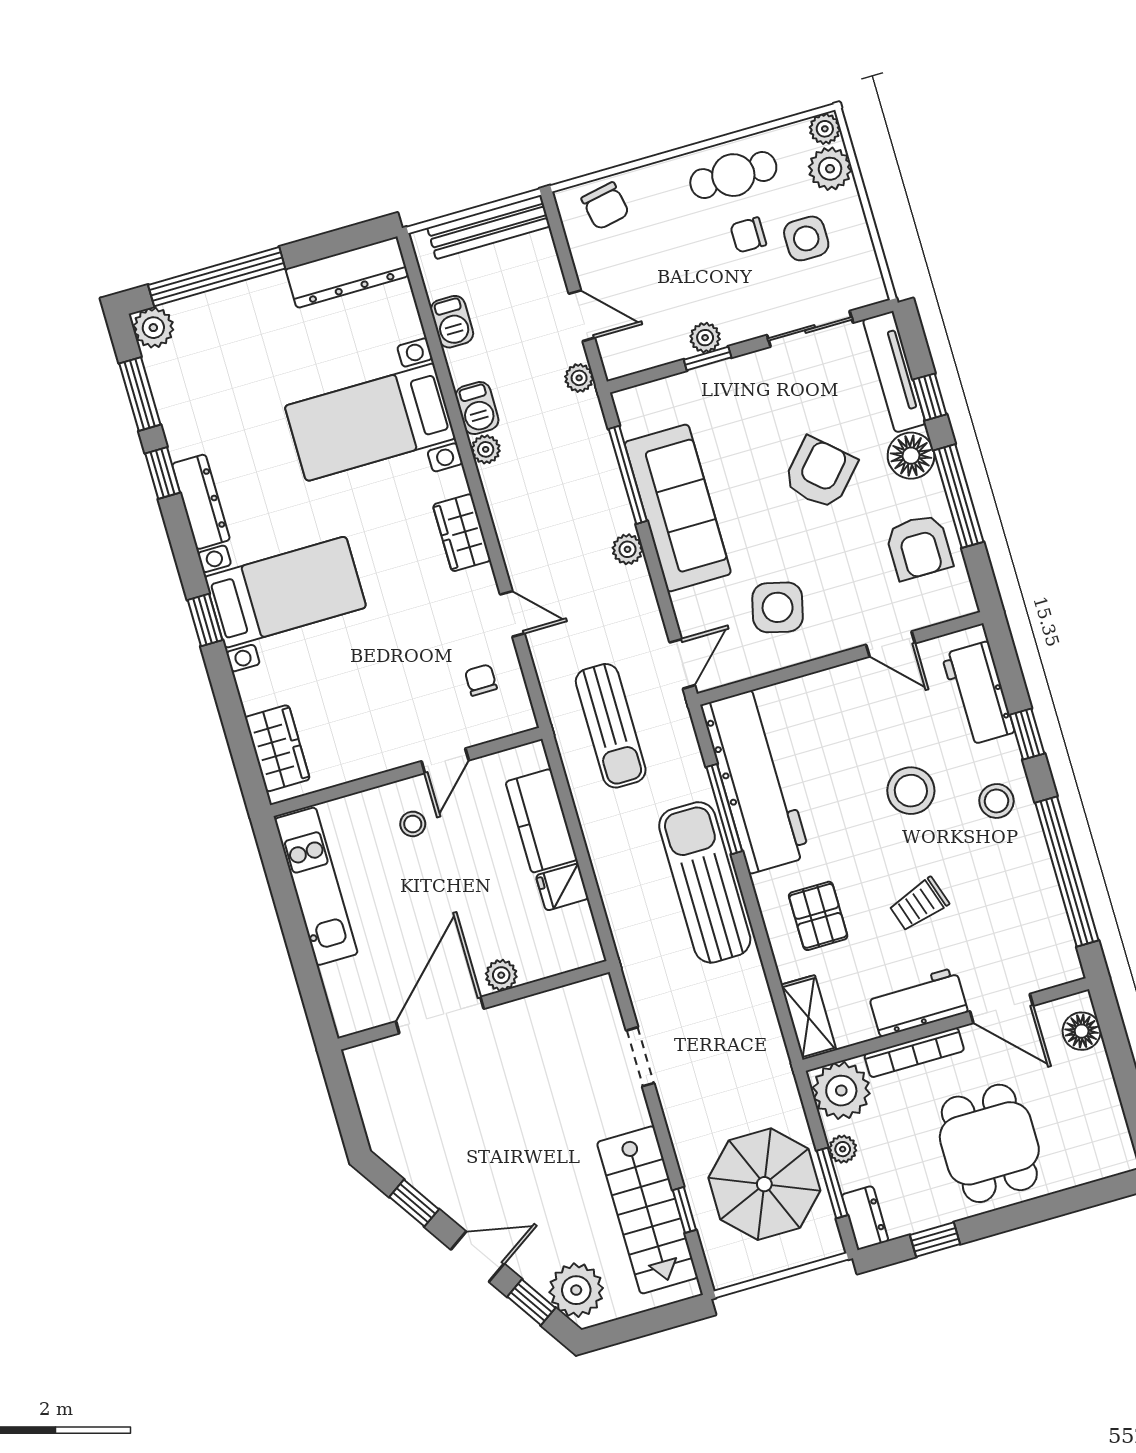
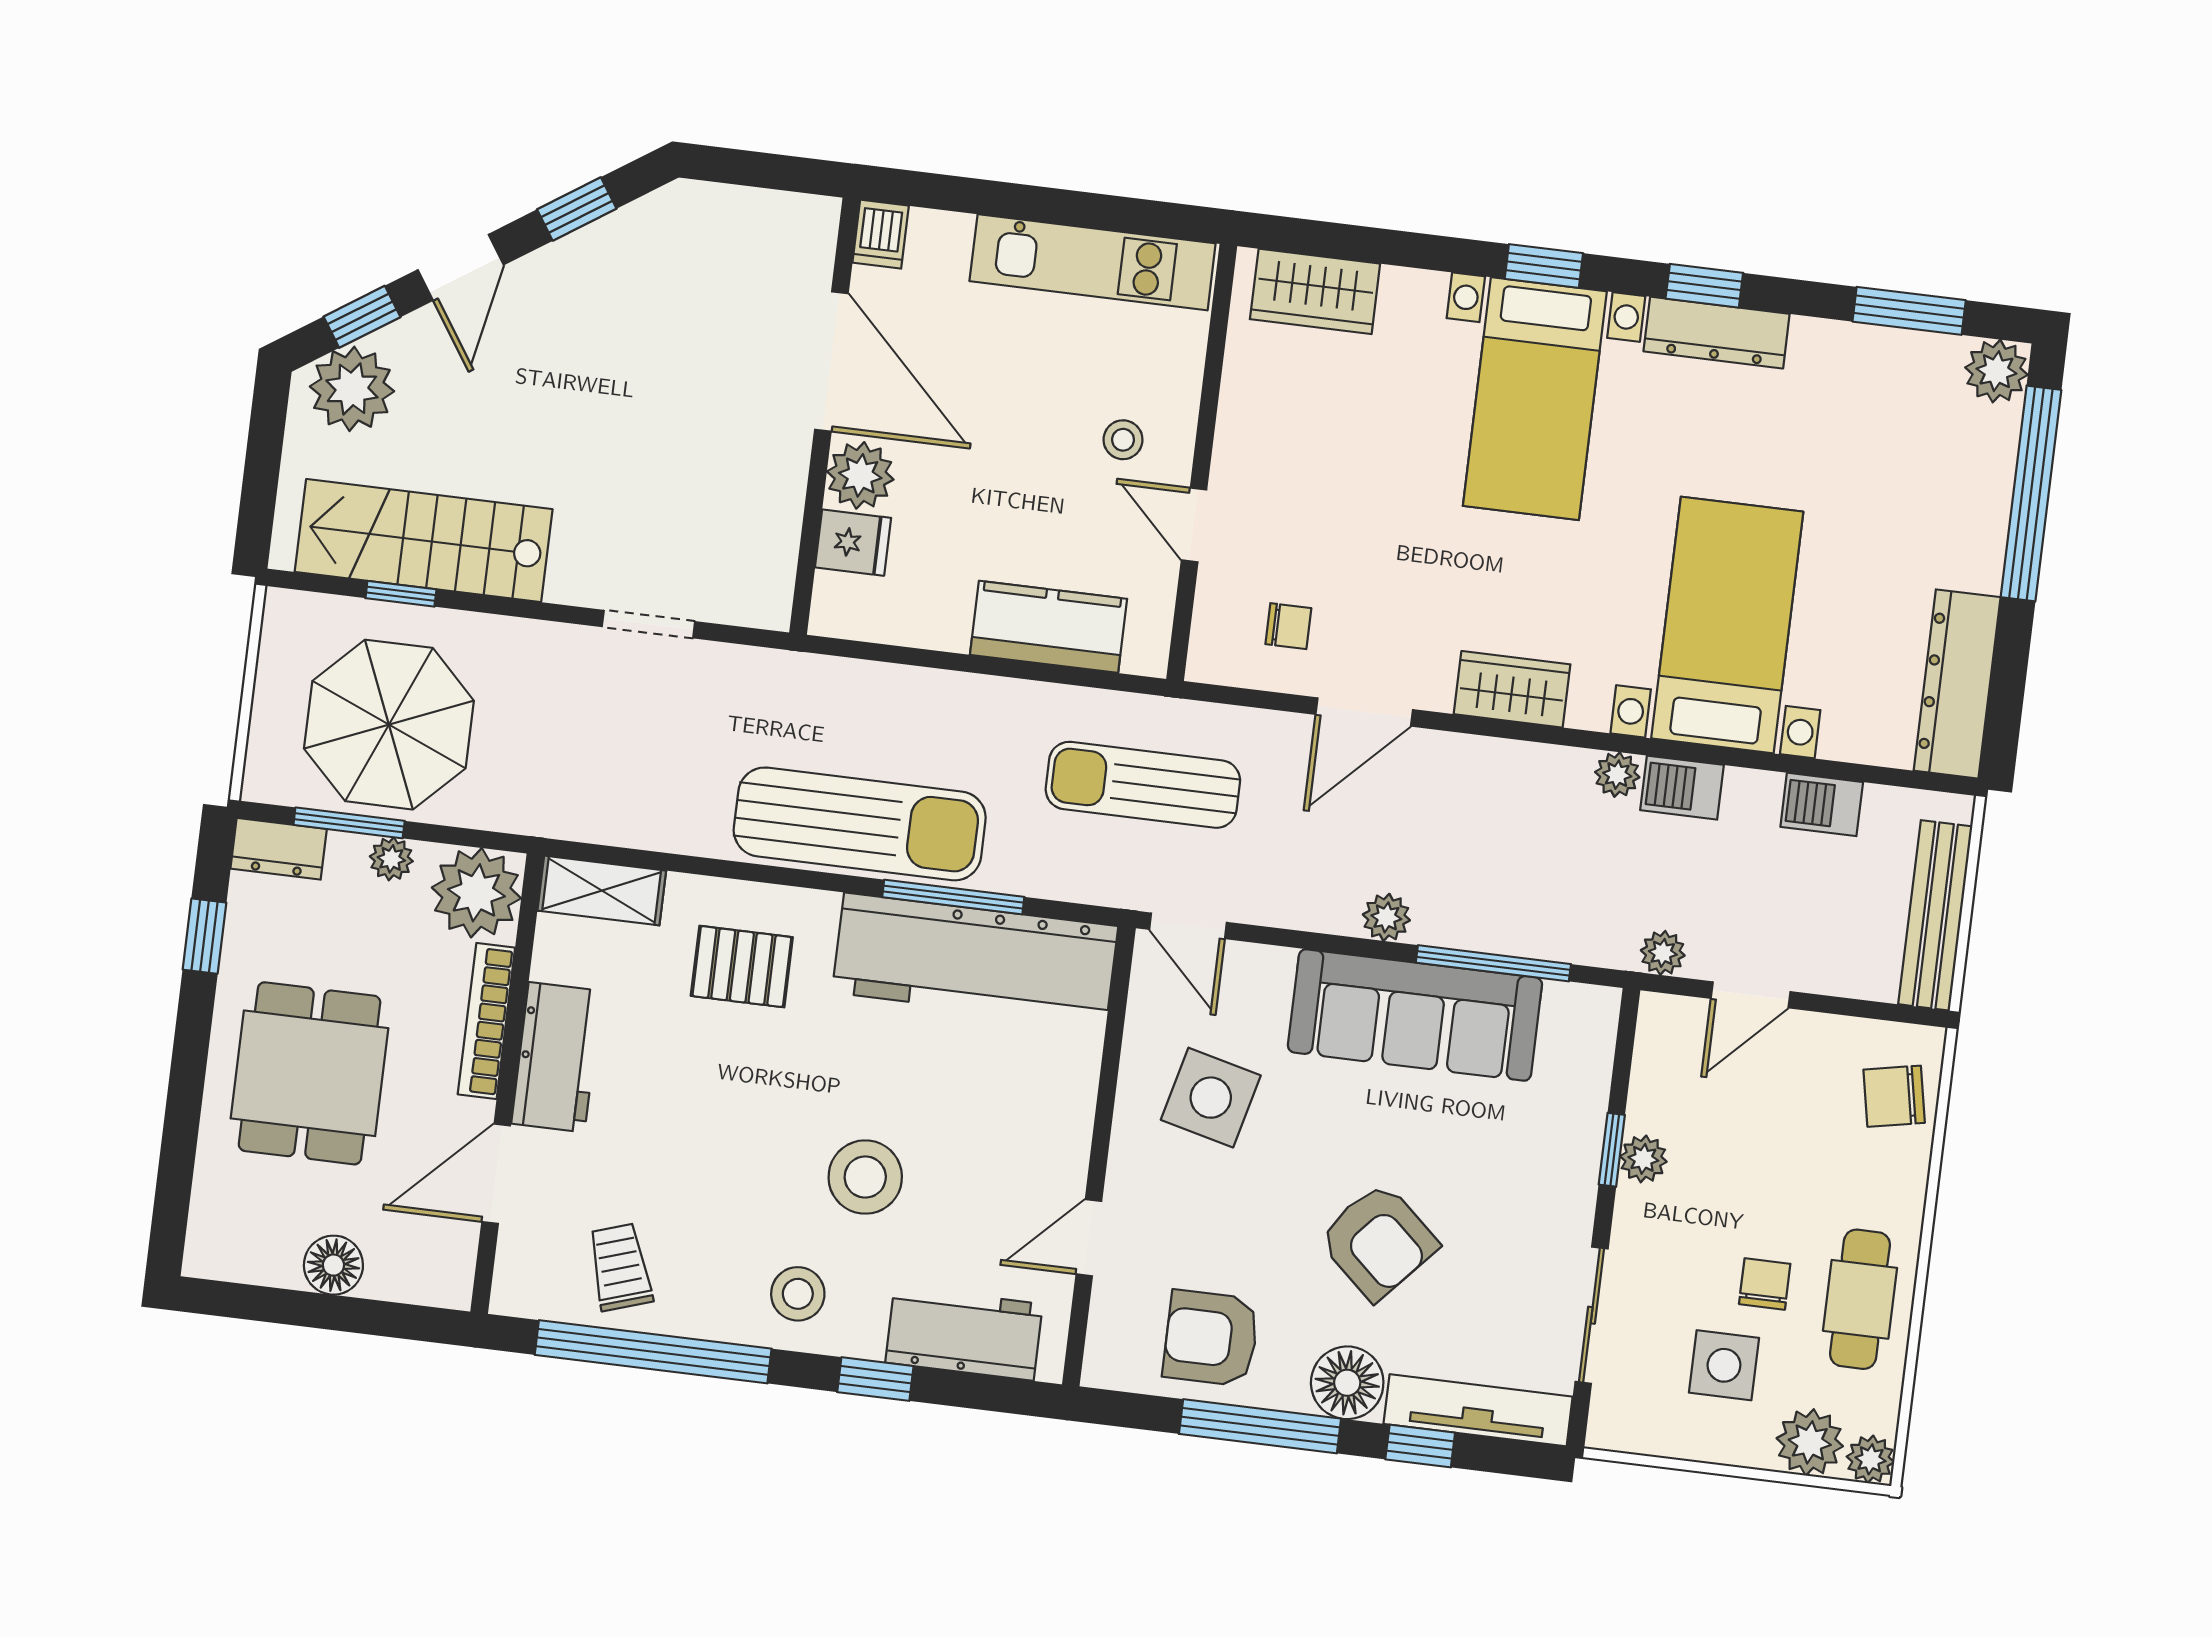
window: (163, 473) -> (1704, 286), moved
door: (512, 614) -> (1364, 712), width x1.38
fridge: (562, 887) -> (853, 543), moved, turned 90
trolley: (919, 904) -> (620, 1267), moved
plant: (501, 975) -> (860, 475), width x1.38, depth x1.38
dishwasher: (353, 1018) -> (881, 234), added
floor lamp: (1082, 1031) -> (333, 1265), moved
dining table: (989, 1143) -> (310, 1073), turned 90

